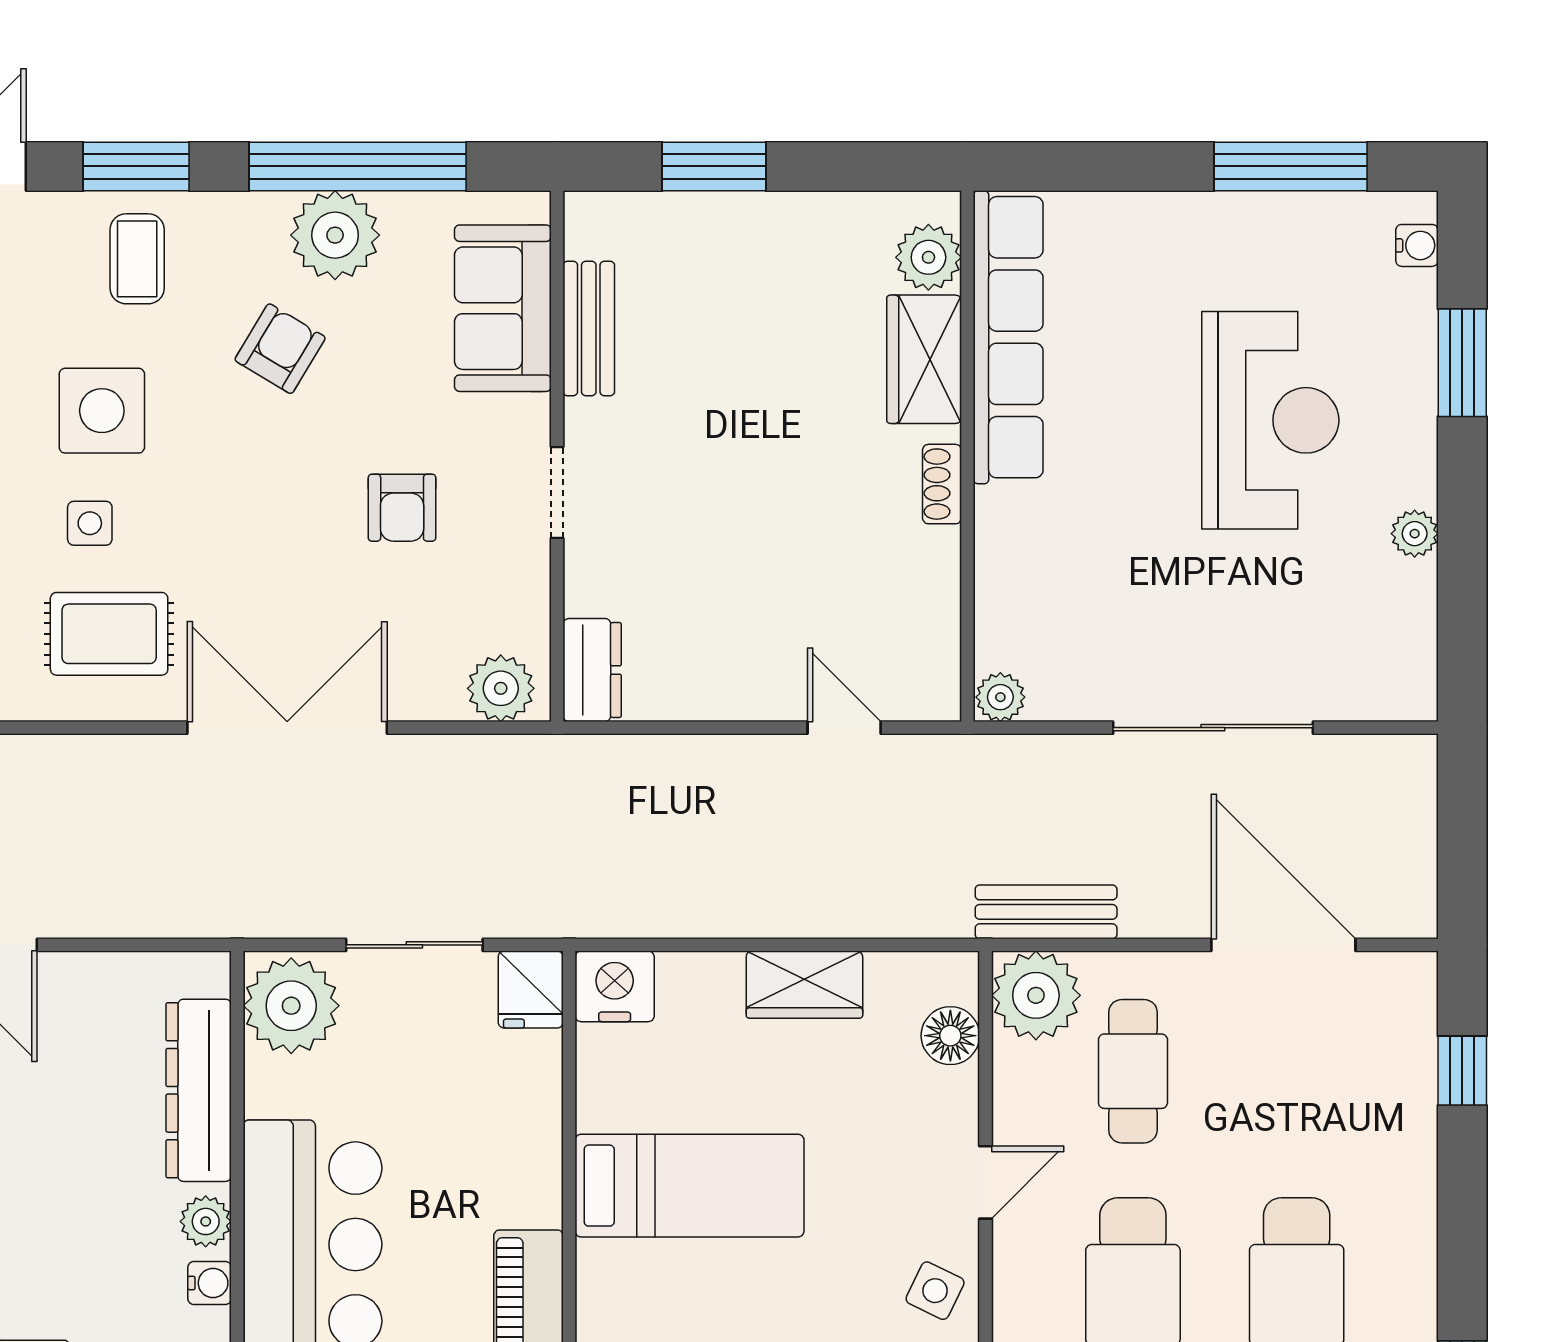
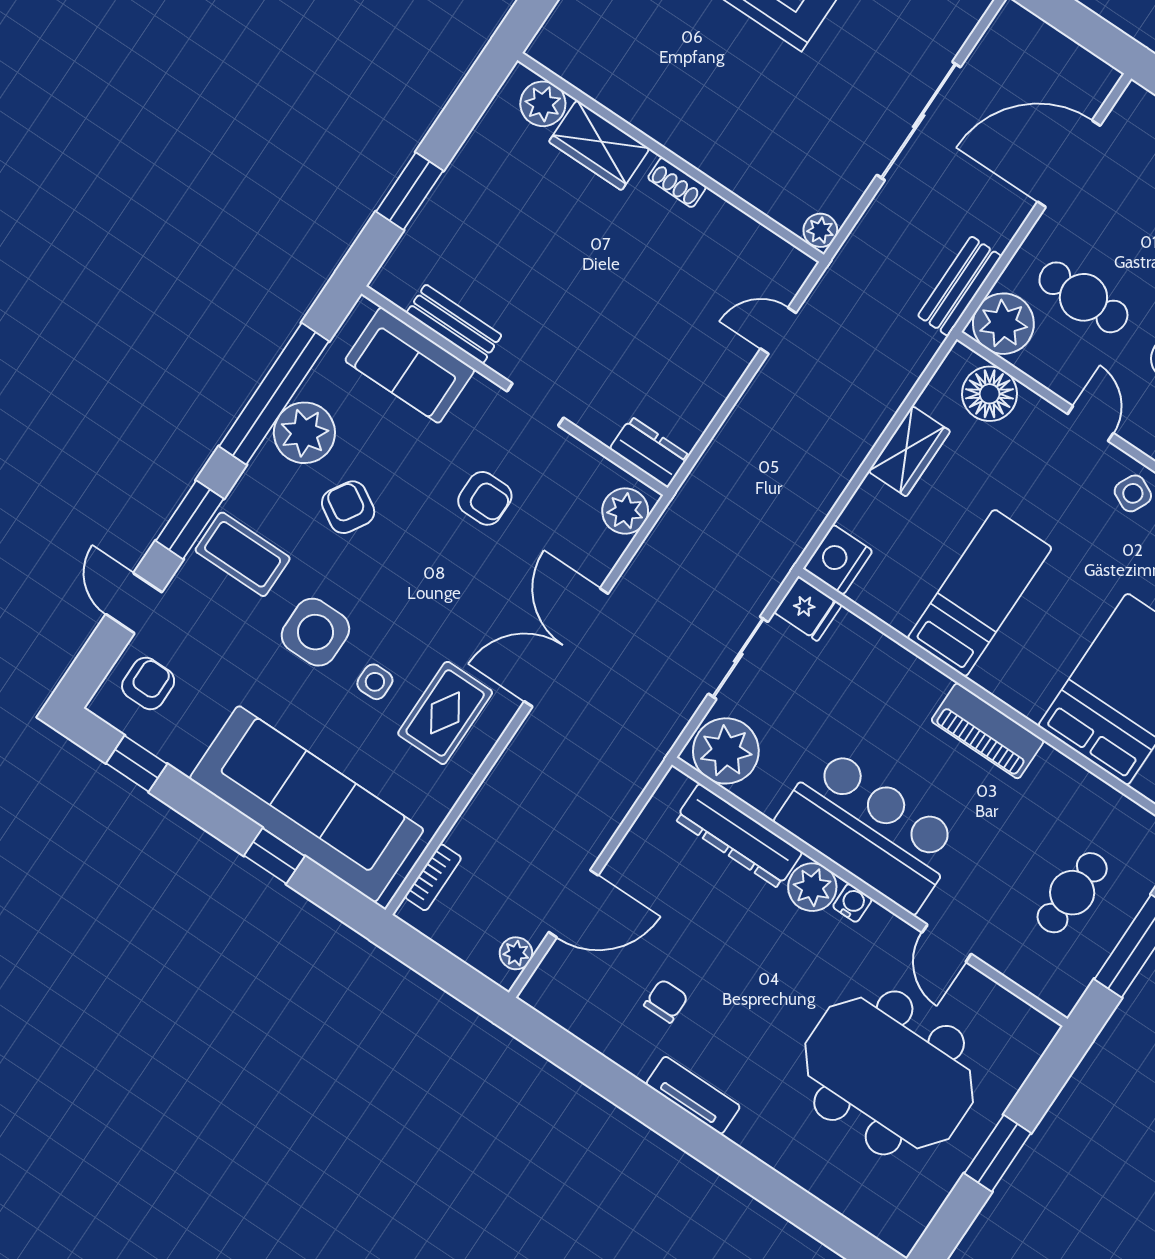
coffee table: (137, 259) -> (243, 554), width x1.36, depth x1.30
row of seats: (1008, 337) -> (619, 89), removed
floor lamp: (950, 1036) -> (990, 394), width x1.38, depth x1.38
plant: (206, 1221) -> (812, 887), width x1.38, depth x1.38

